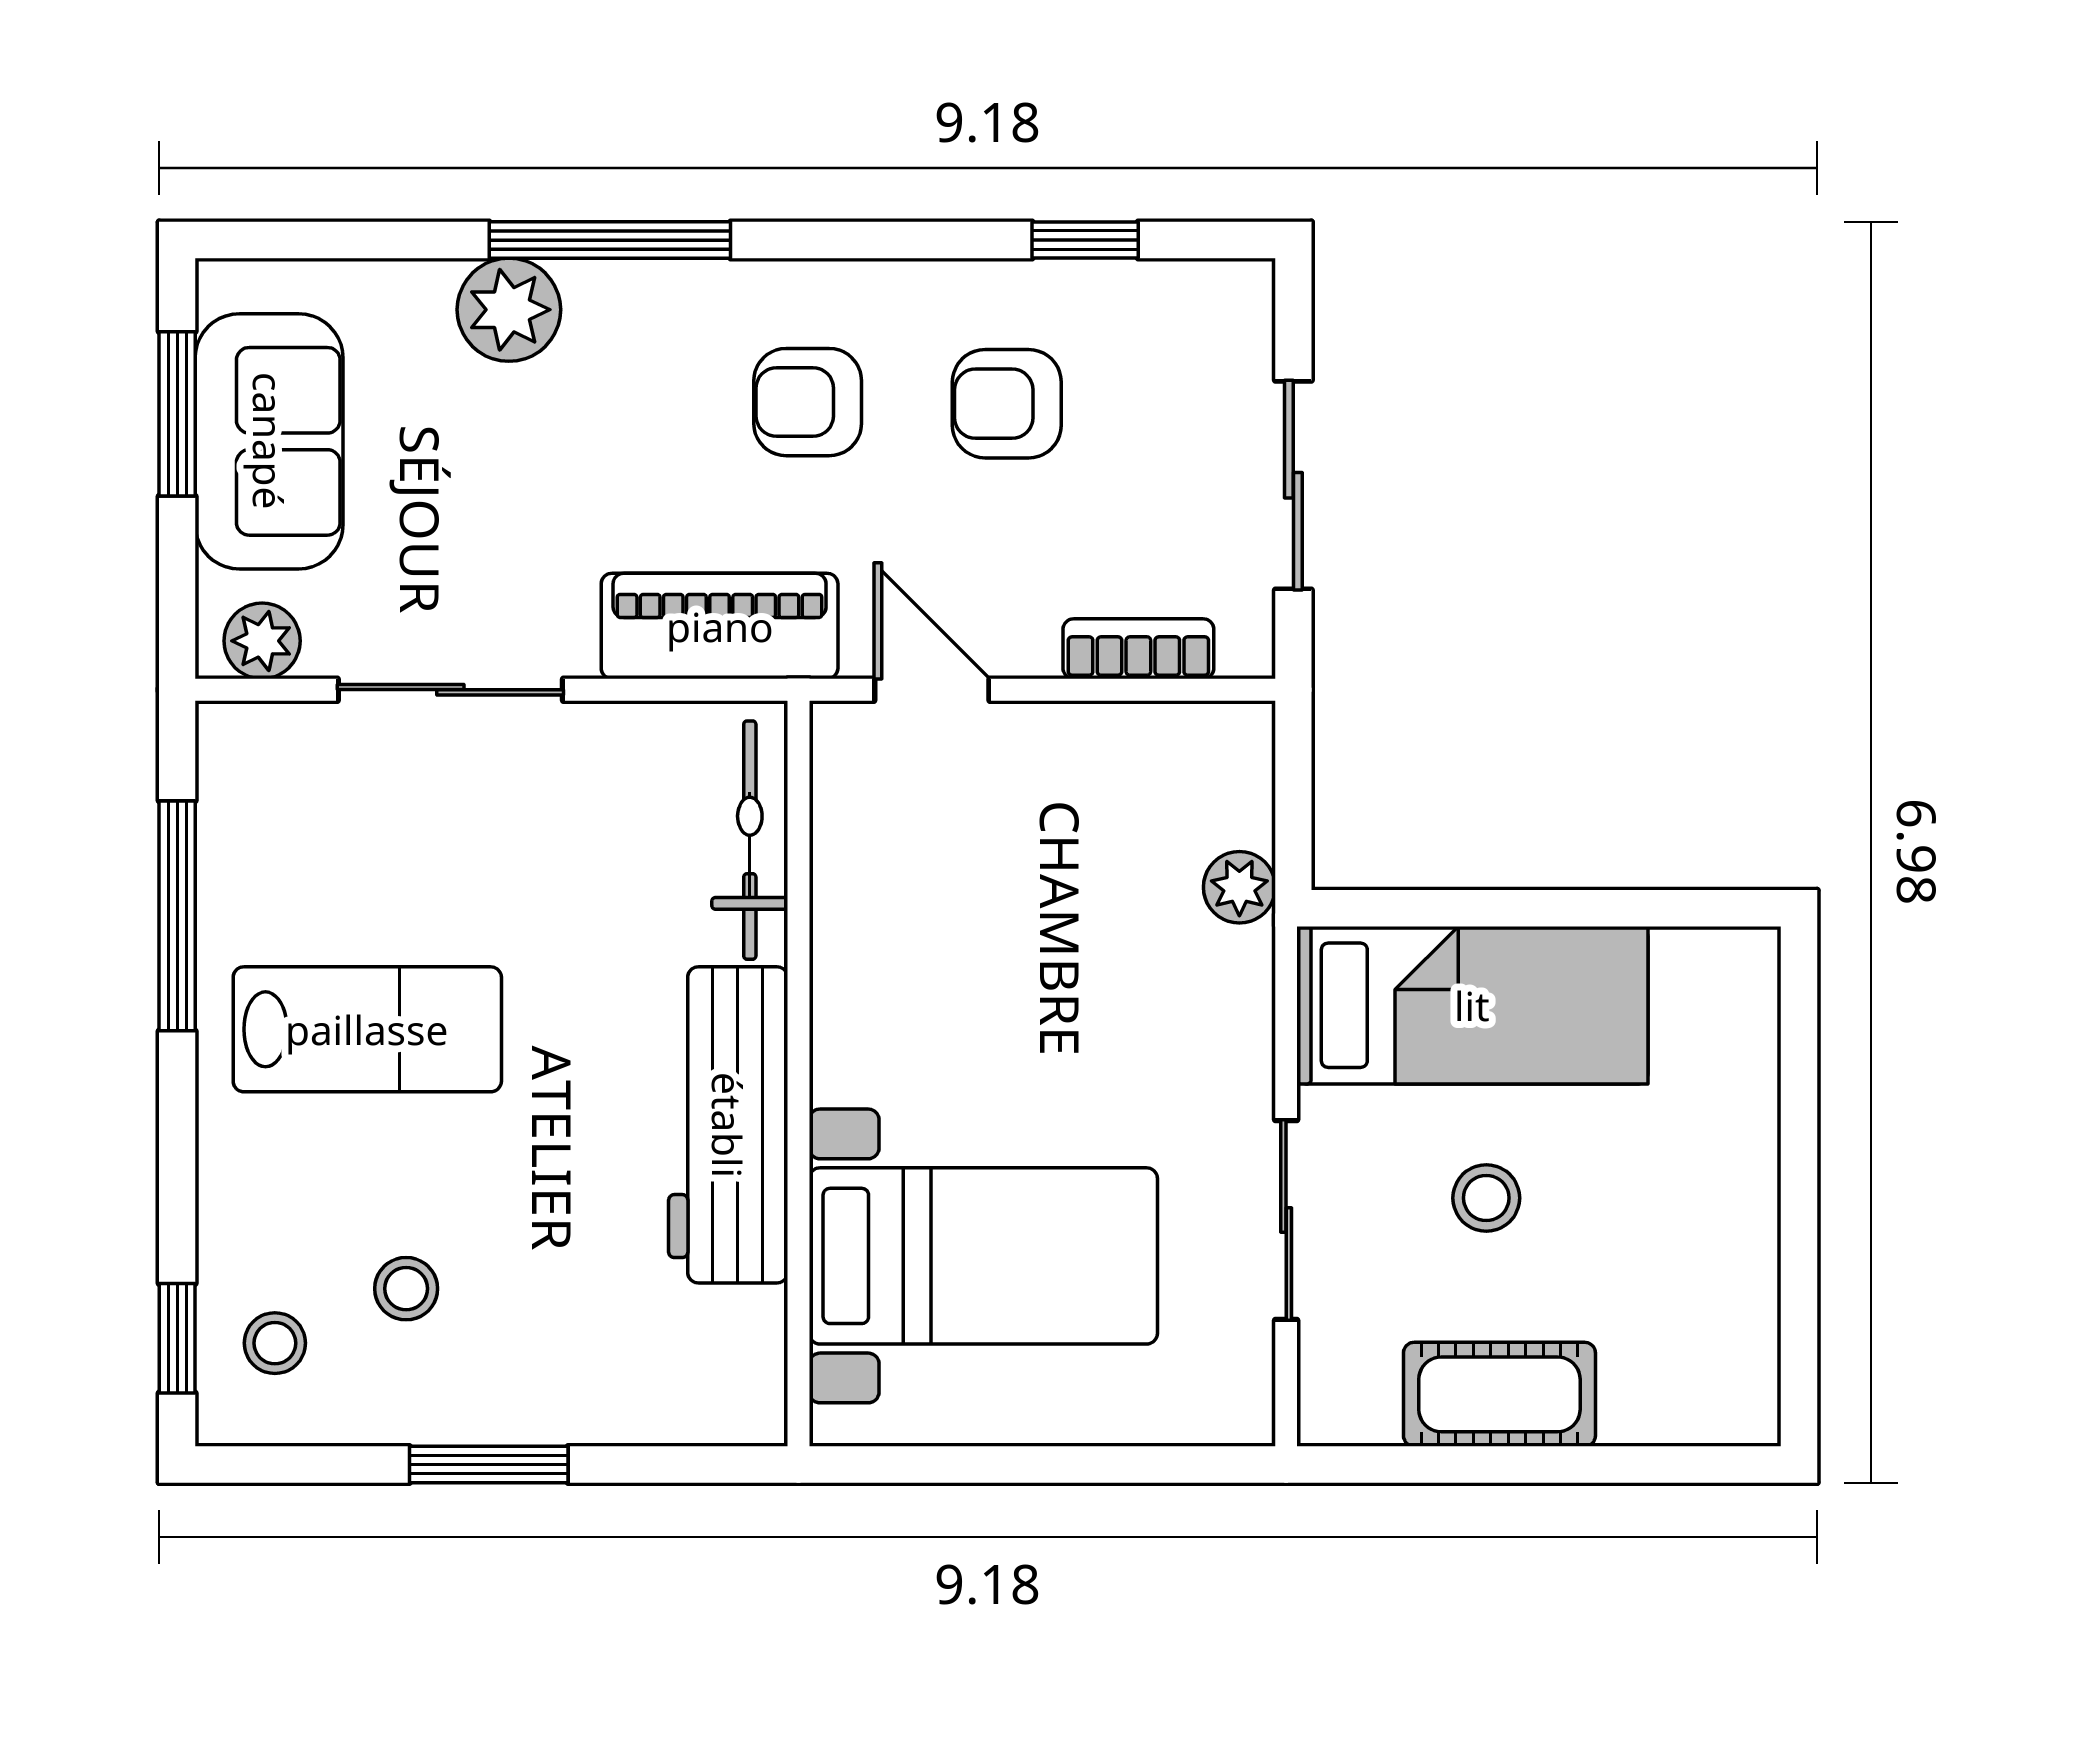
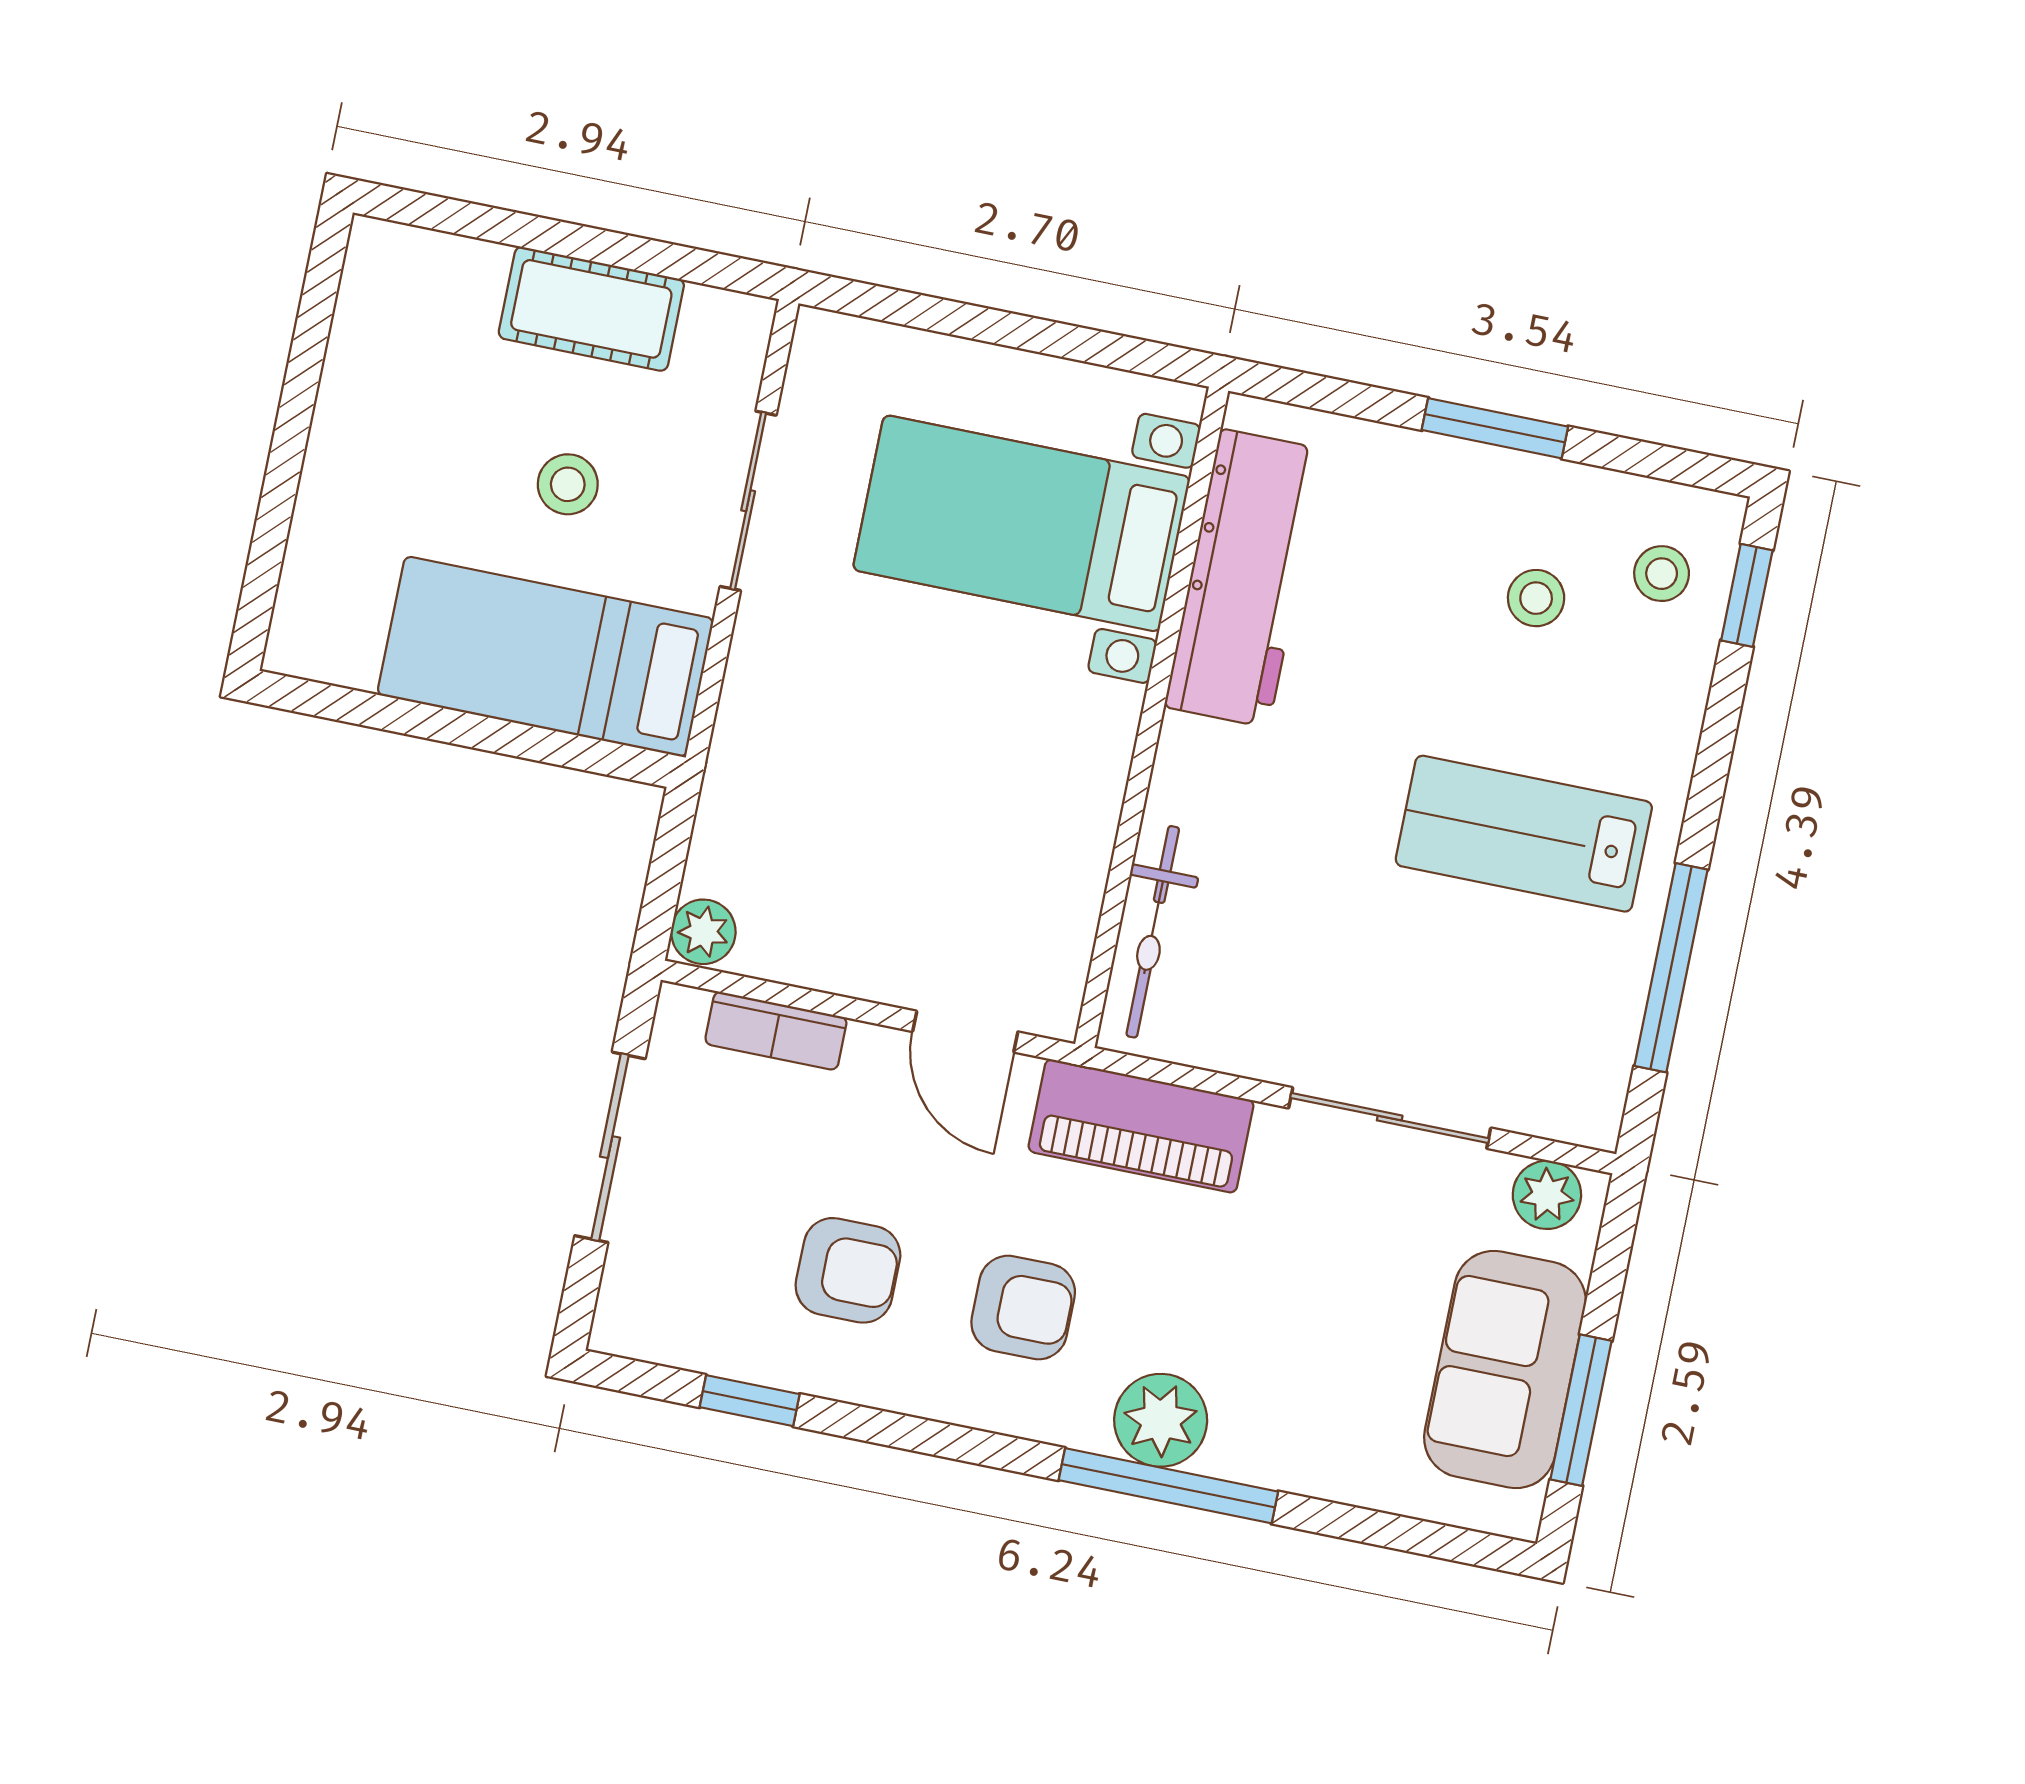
plant: (509, 310) -> (1161, 1420), moved
plant: (1239, 887) -> (703, 932), moved
workbench: (728, 1125) -> (1245, 578), moved

